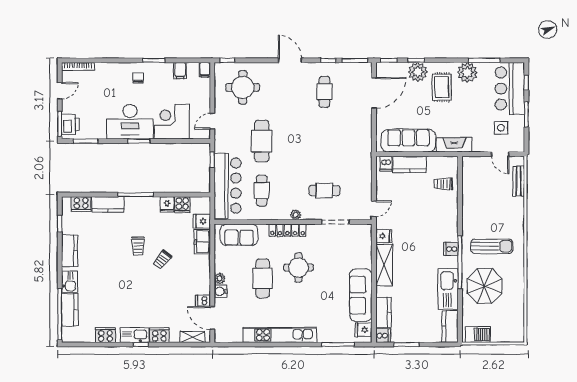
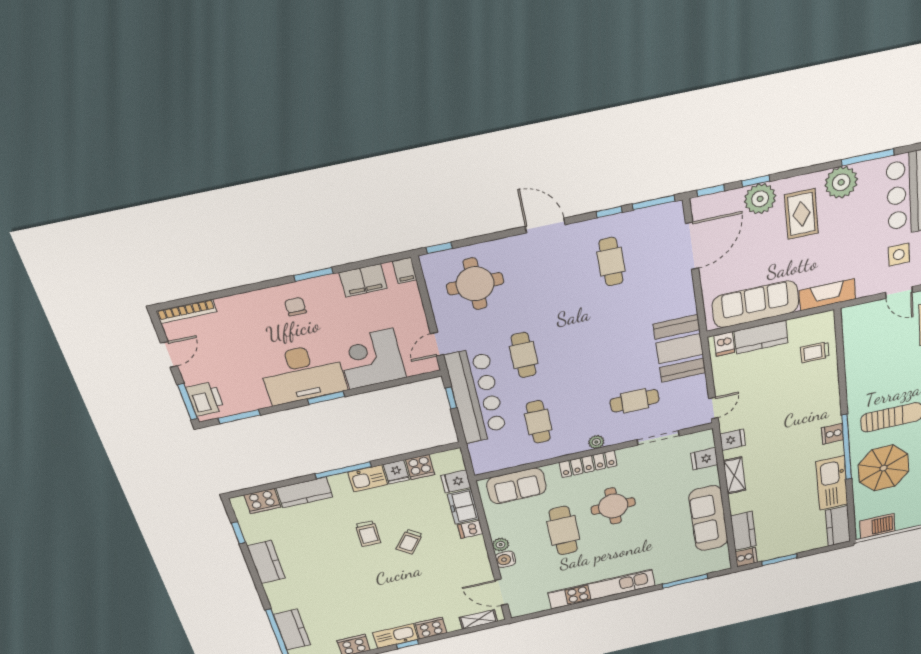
filing cabinet: (180, 70) -> (363, 280), width x2.00
cafe table: (262, 141) -> (524, 355), width x0.73, depth x0.74
booth: (358, 160) -> (680, 349), added
bar counter: (228, 186) -> (476, 396), moved
shelving: (384, 265) -> (734, 475), width x0.67, depth x0.75
kitchen sink: (70, 282) -> (368, 478), moved, turned 90
dishwasher: (203, 301) -> (470, 529), moved
fridge: (363, 330) -> (704, 459), moved

